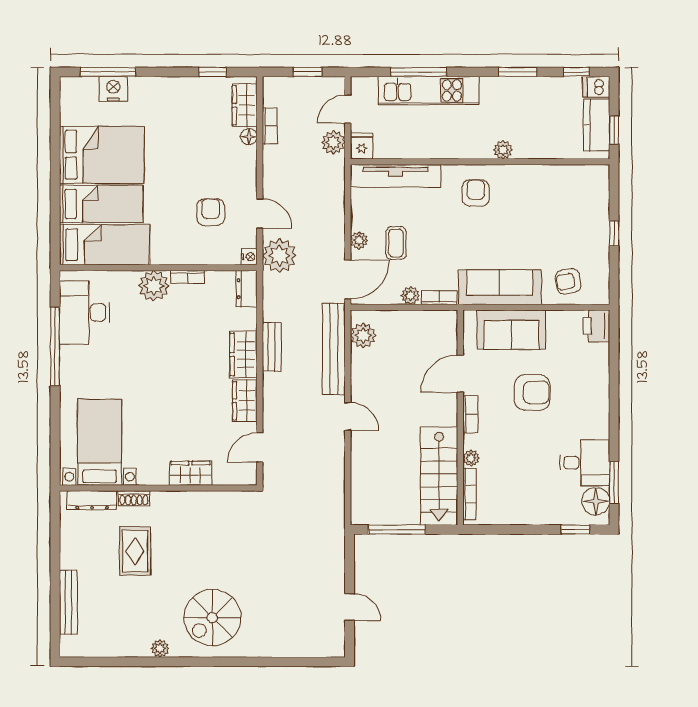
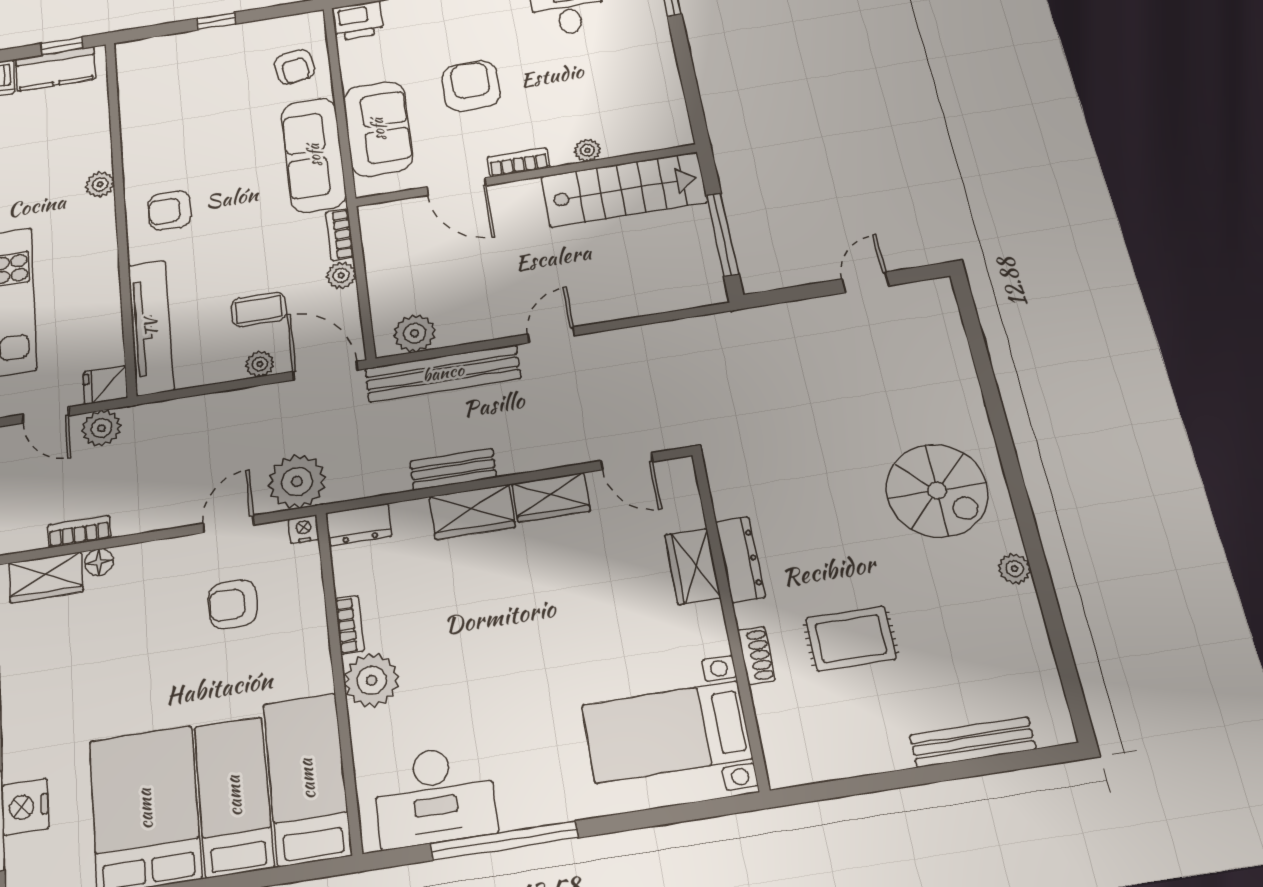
bookcase: (469, 494) -> (644, 143), removed
dresser: (92, 500) -> (740, 559), moved

